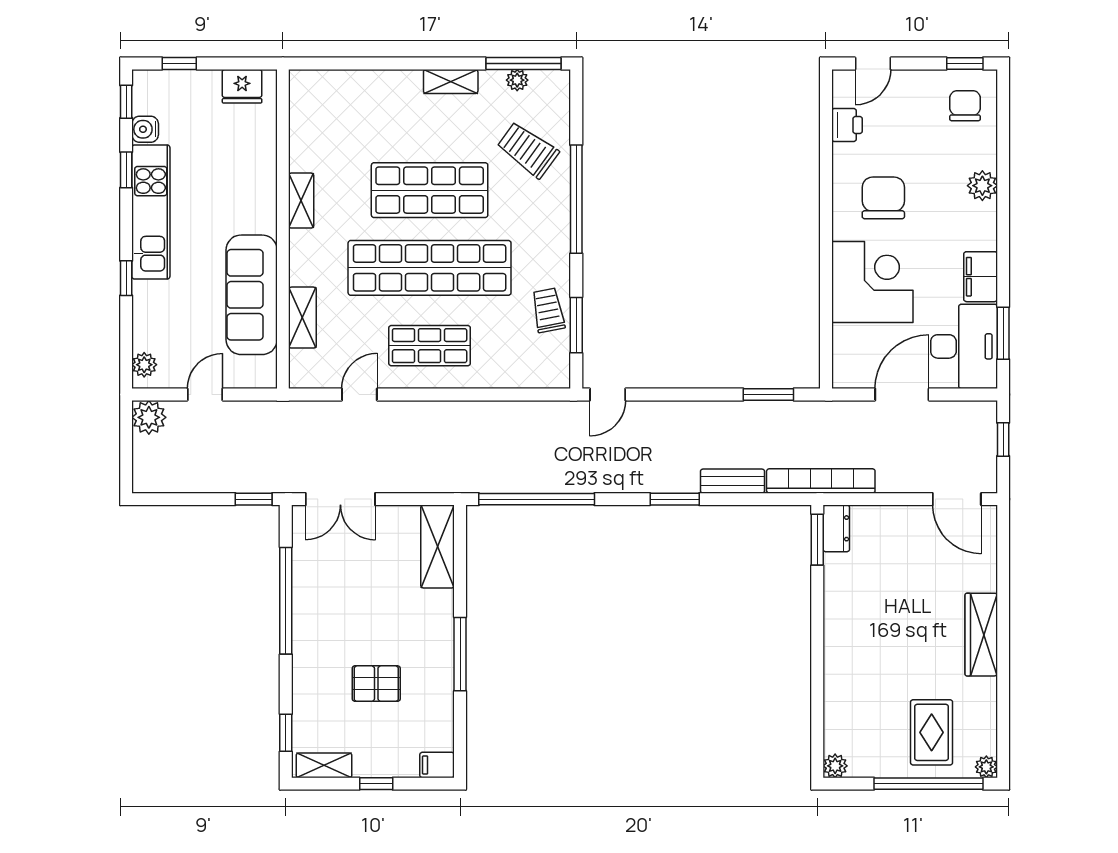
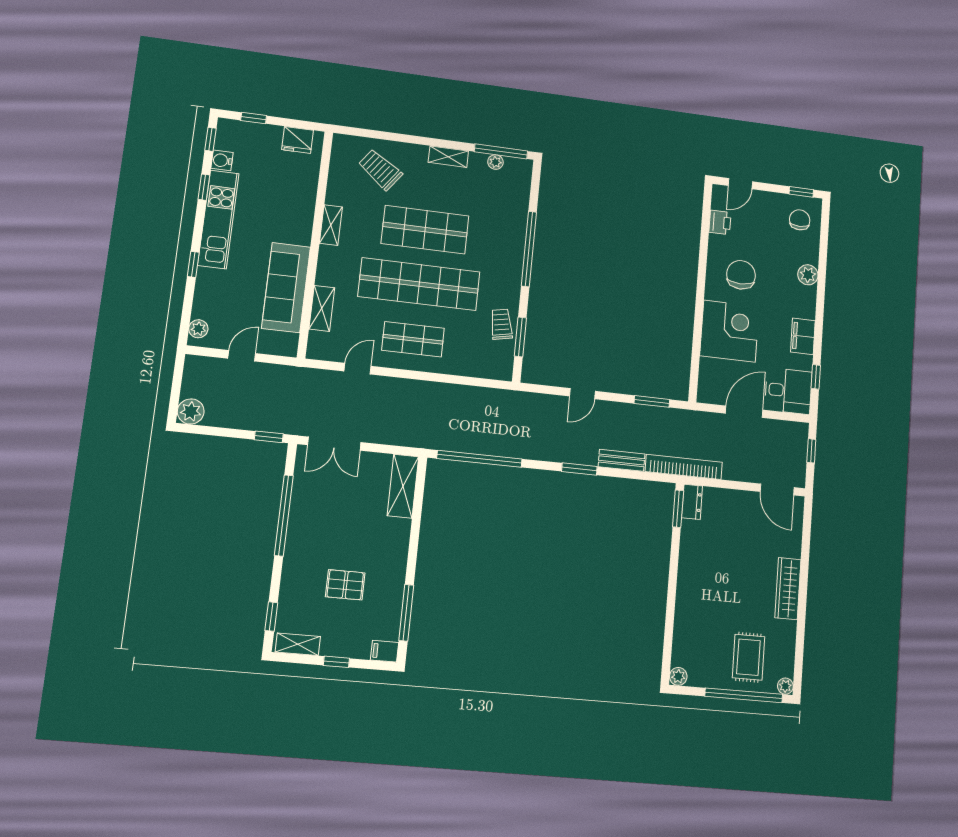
trolley: (528, 150) -> (380, 170), moved
window: (1003, 333) -> (816, 377), width x0.67
desk: (964, 346) -> (788, 391), width x0.73
door: (608, 395) -> (582, 394), moved
plant: (149, 417) -> (191, 411), moved
window: (460, 654) -> (406, 613), moved

